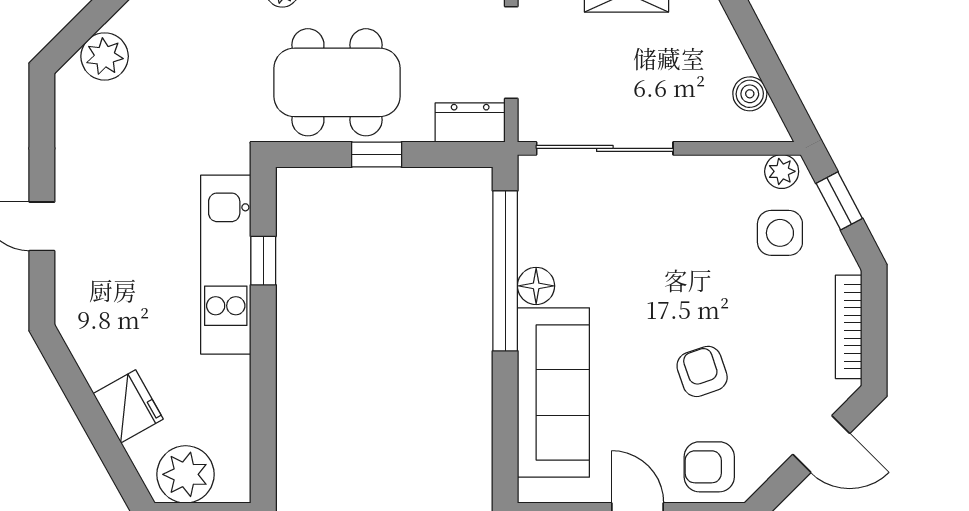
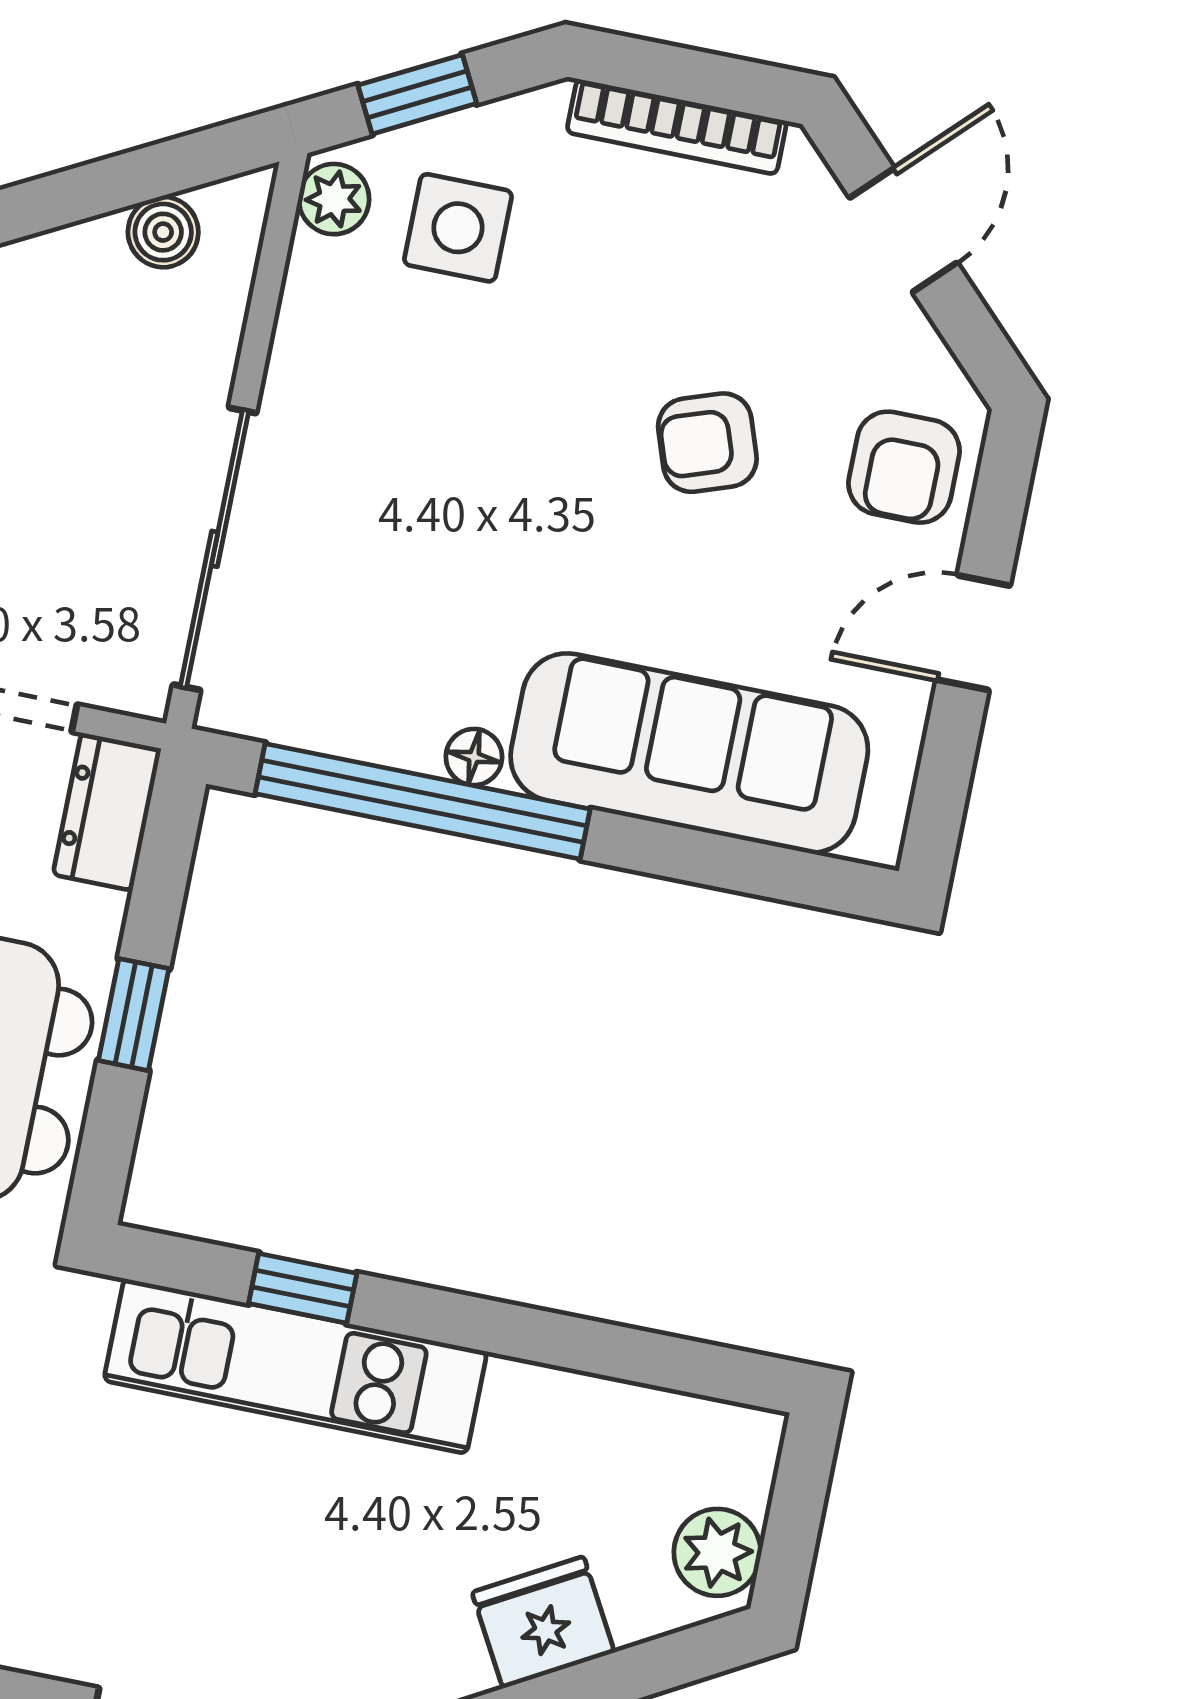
floor lamp: (536, 286) -> (474, 757), width x0.73, depth x0.73
plant: (186, 474) -> (717, 1552), width x0.73, depth x0.73

